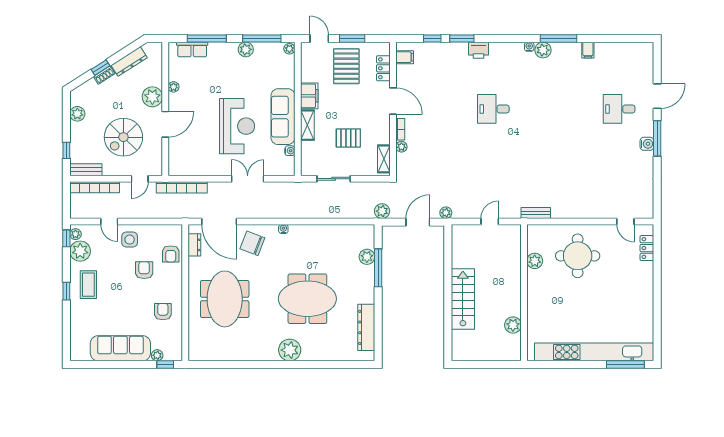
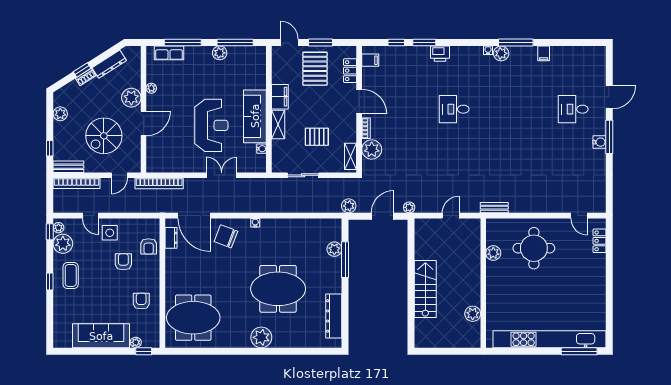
plant: (289, 49) -> (261, 52), removed
plant: (401, 147) -> (372, 149), width x1.88, depth x1.88
meeting table: (225, 299) -> (193, 318), moved, turned 90

